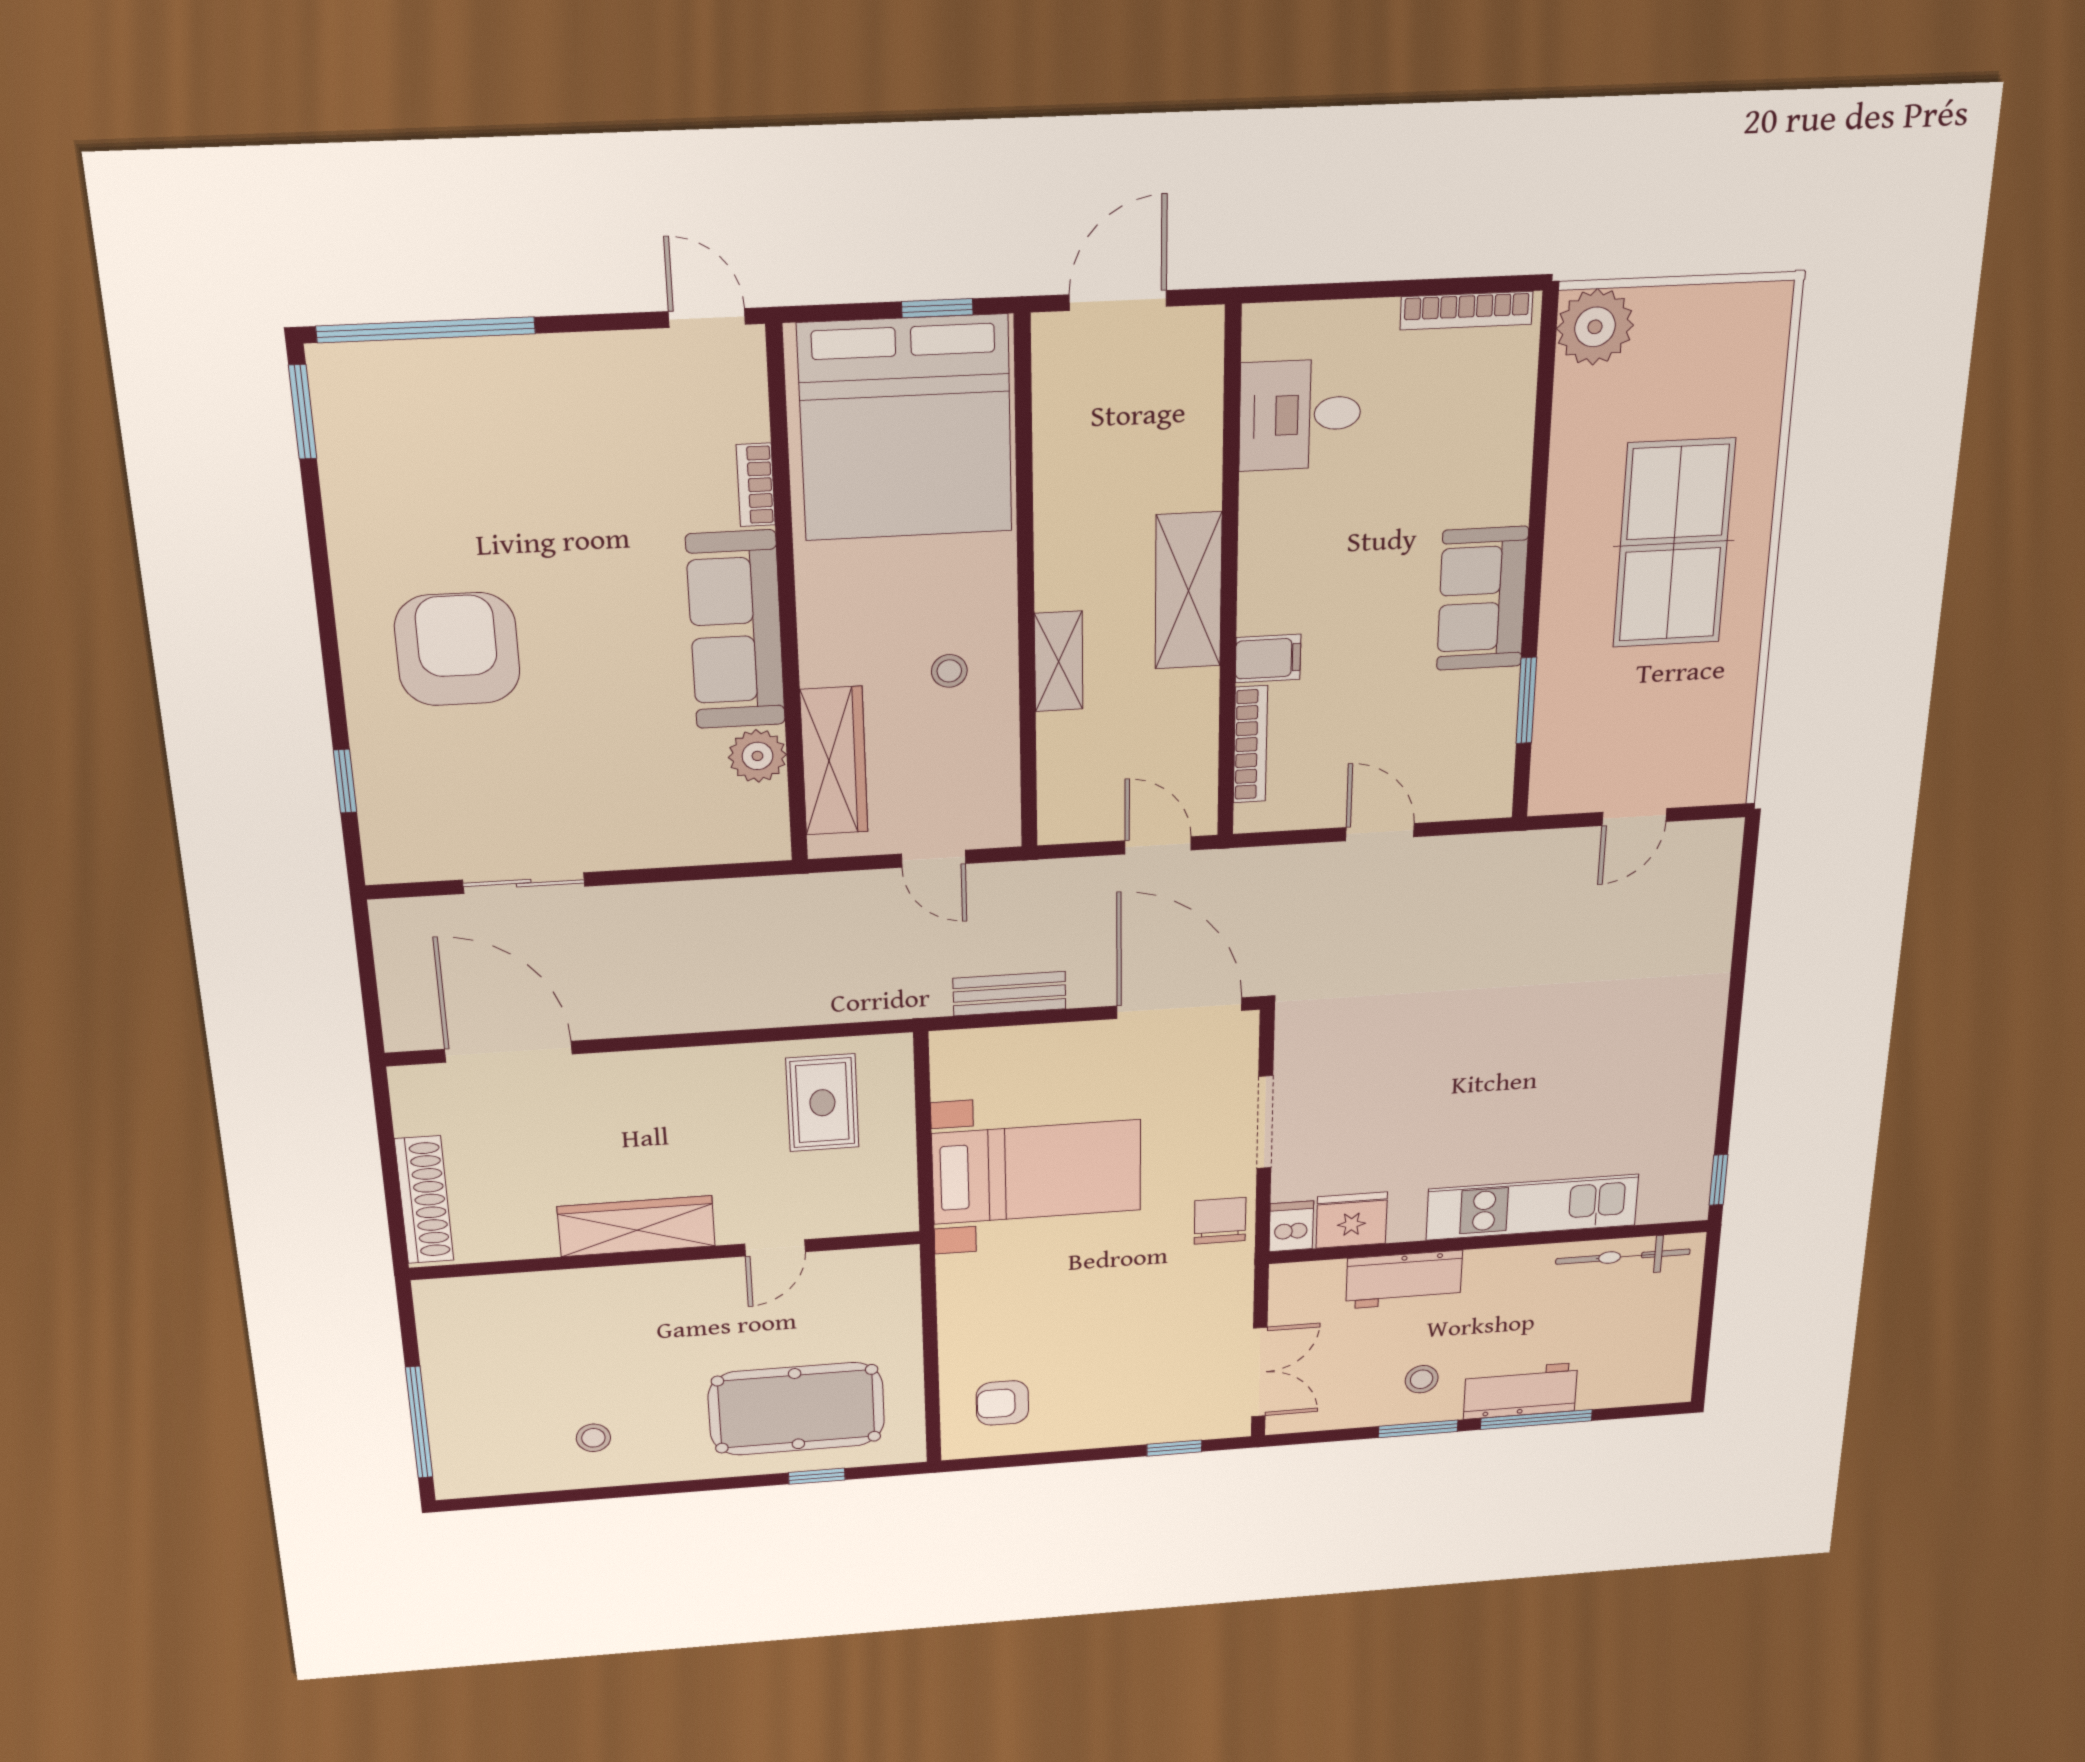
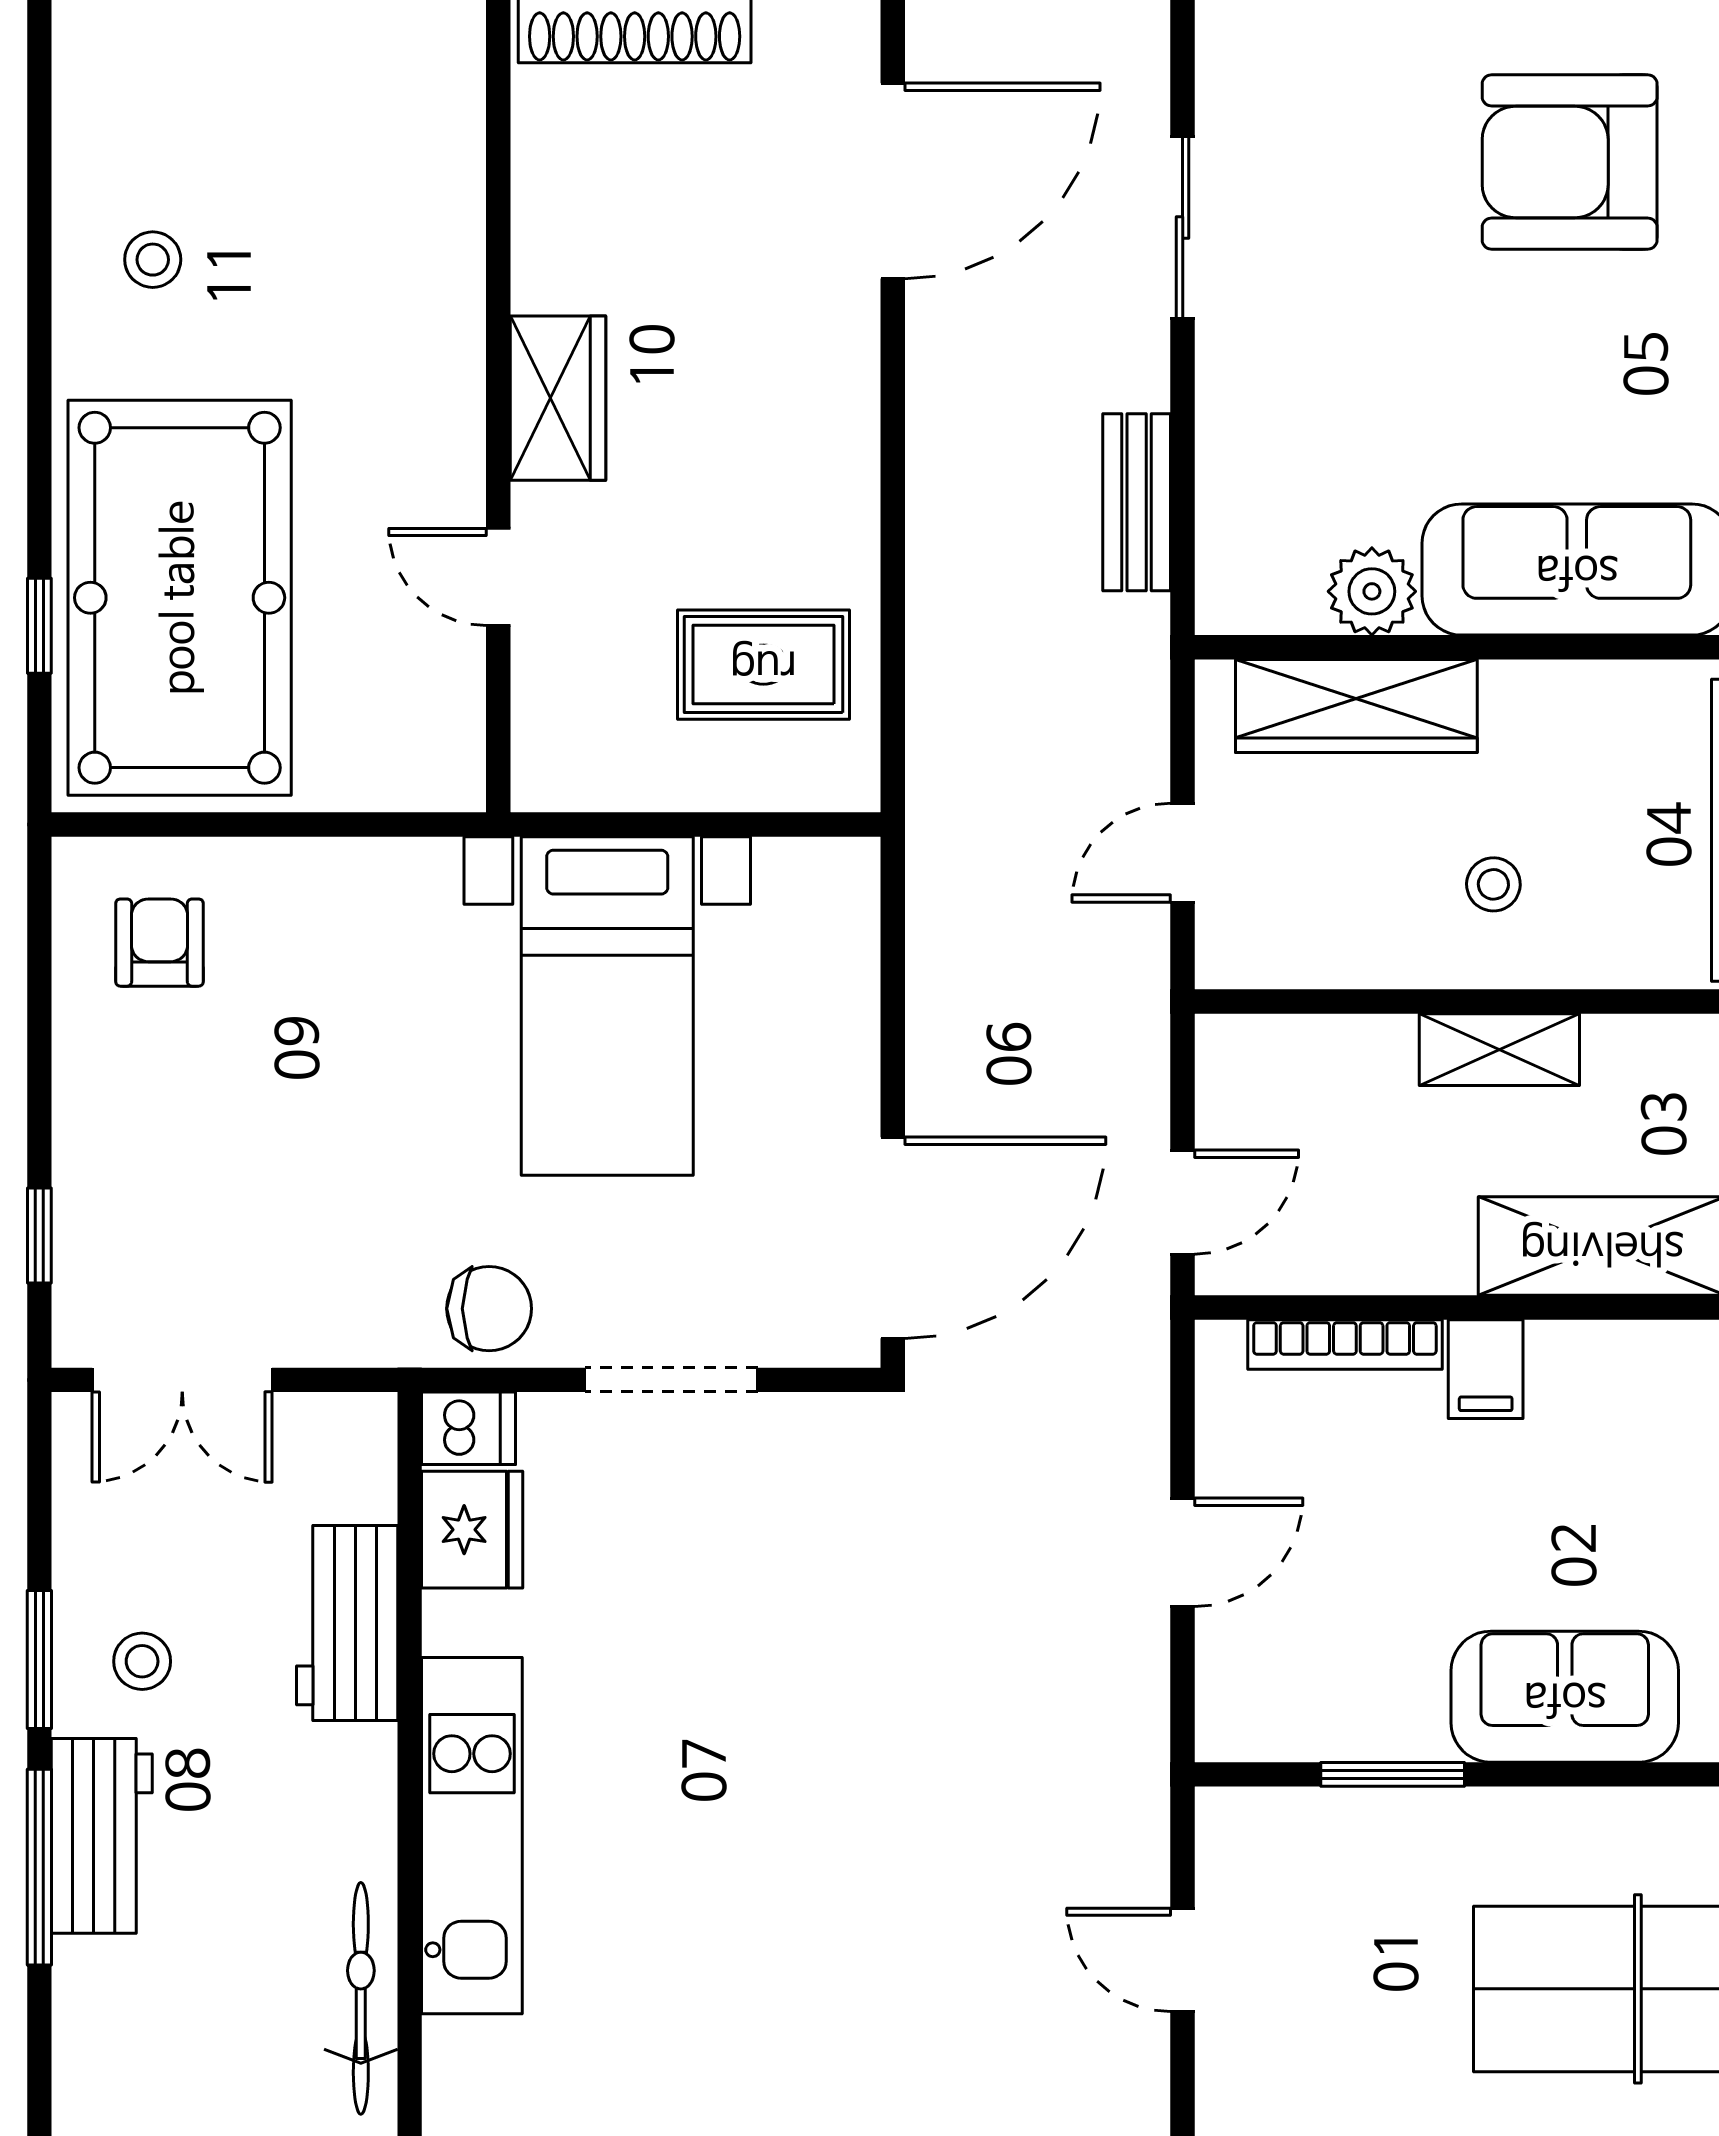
armchair: (457, 649) -> (1570, 162), turned 180
bench: (1009, 994) -> (1137, 502), moved
wardrobe: (636, 1226) -> (558, 398), width x0.67
pool table: (796, 1409) -> (180, 598), width x1.36, depth x1.32

